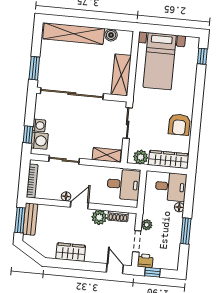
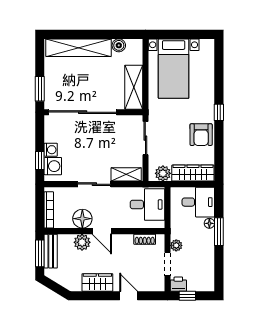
window: (202, 56) -> (219, 112), moved
sliding door: (64, 160) -> (94, 184), moved
floor lamp: (66, 196) -> (82, 219), width x1.89, depth x1.89
door: (79, 205) -> (102, 231), swing flipped
plant: (99, 217) -> (82, 242), moved
window: (186, 231) -> (219, 232), moved
door: (115, 269) -> (129, 296), moved

